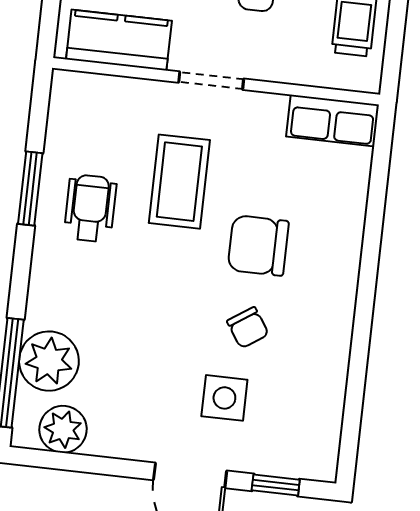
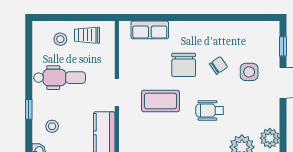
row of seats: (333, 120) -> (150, 30), moved, turned 90
wheelchair: (90, 208) -> (210, 110), moved

